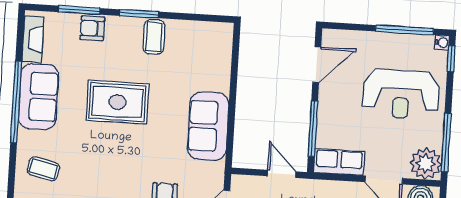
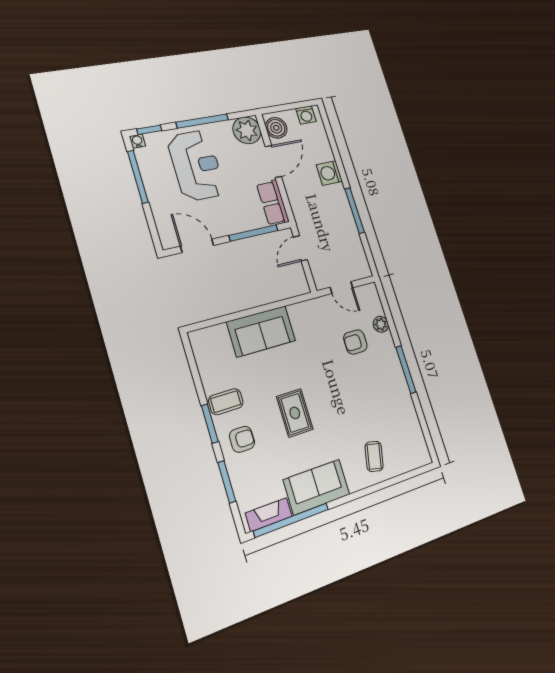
armchair: (92, 28) -> (242, 439), moved, turned -90
window: (16, 102) -> (291, 520), moved
rug: (117, 102) -> (295, 413), width x0.73, depth x0.70
sofa: (208, 126) -> (261, 331), moved
window: (446, 142) -> (202, 121), moved

